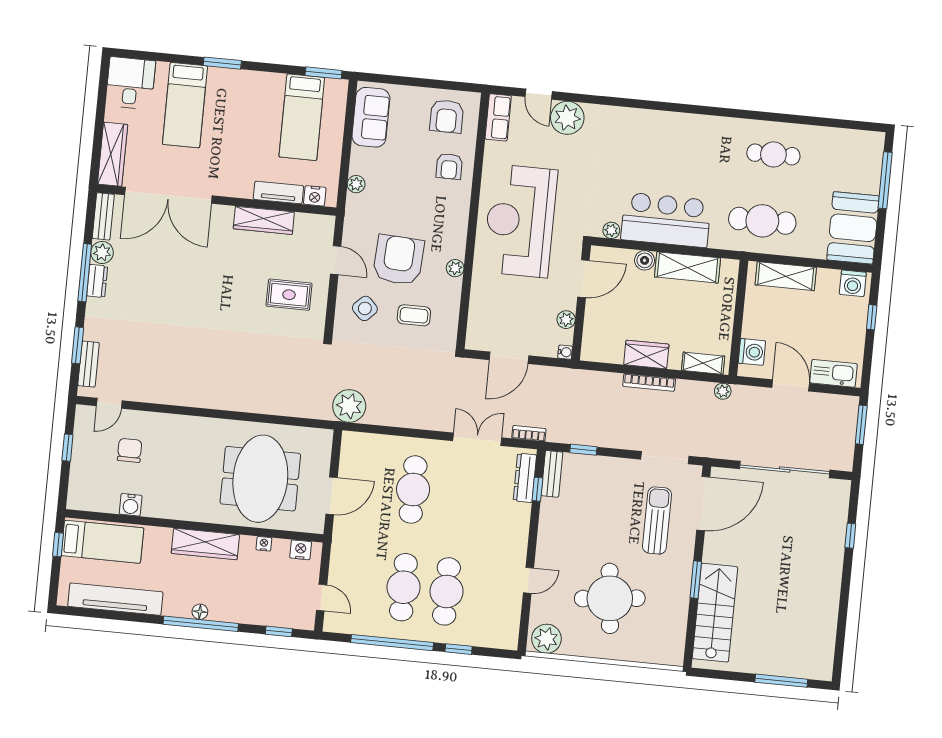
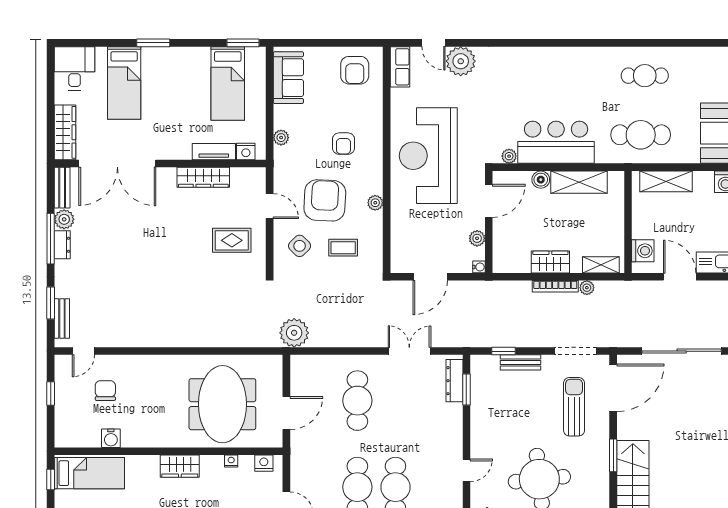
armchair: (449, 166) -> (343, 144), moved
plant: (723, 391) -> (587, 288), moved
bookcase: (529, 433) -> (454, 341), removed
bench: (552, 474) -> (520, 362), moved, turned 90
window: (537, 489) -> (466, 390), width x1.50
wardrobe: (205, 544) -> (180, 466), width x0.67

